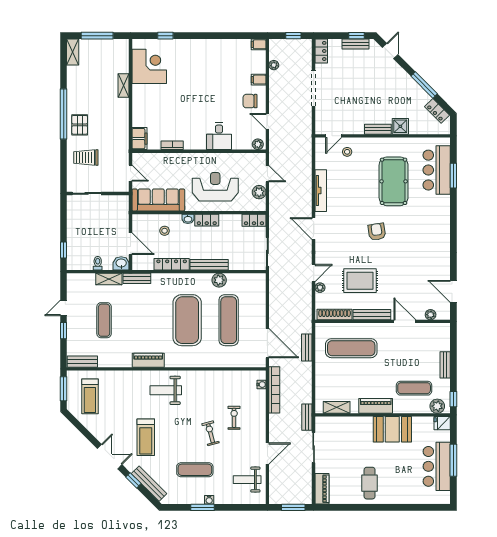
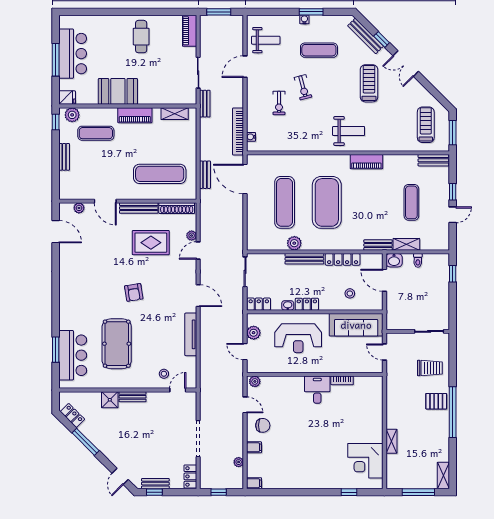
pallet: (80, 125) -> (436, 401), turned 90
desk: (219, 136) -> (317, 390), moved
filing cabinet: (139, 139) -> (375, 387), removed
washbasin: (188, 219) -> (288, 305), moved

